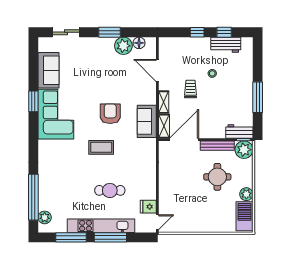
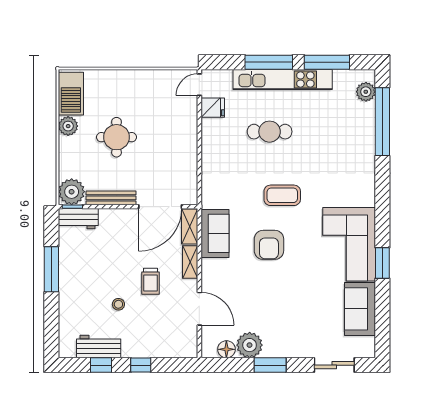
round table: (217, 177) -> (117, 137), moved

